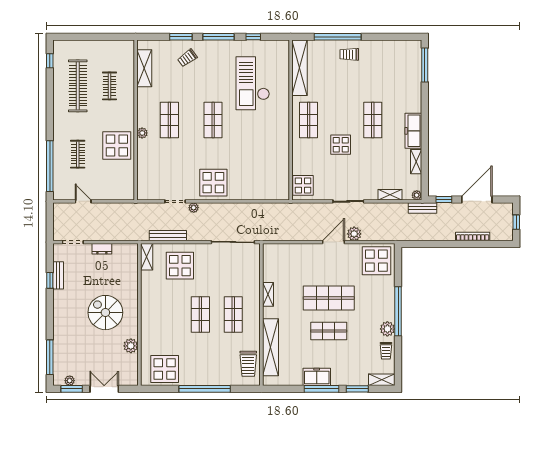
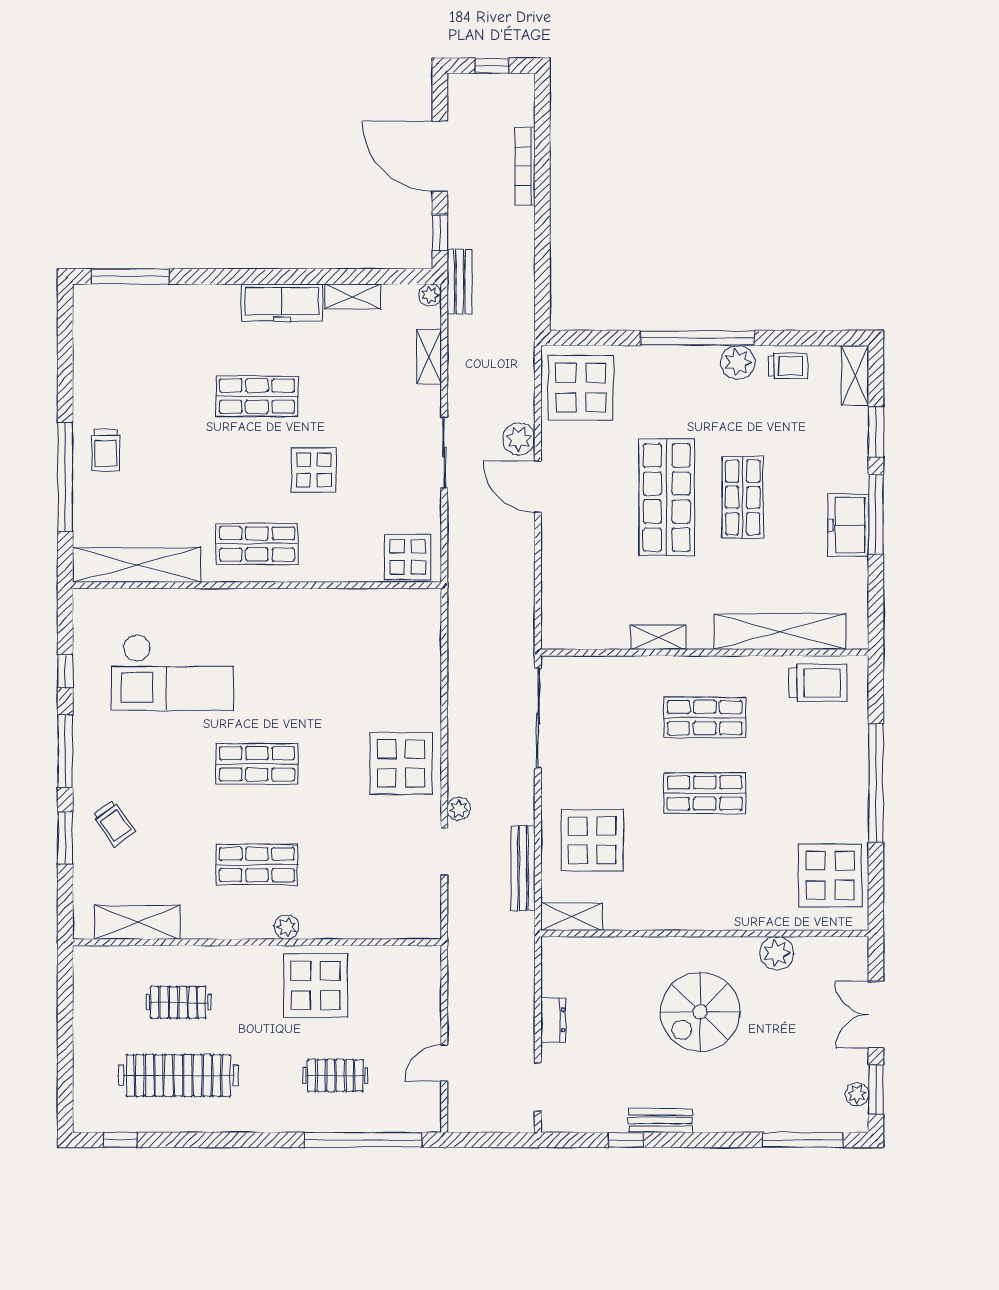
bench: (58, 275) -> (660, 1120), moved

